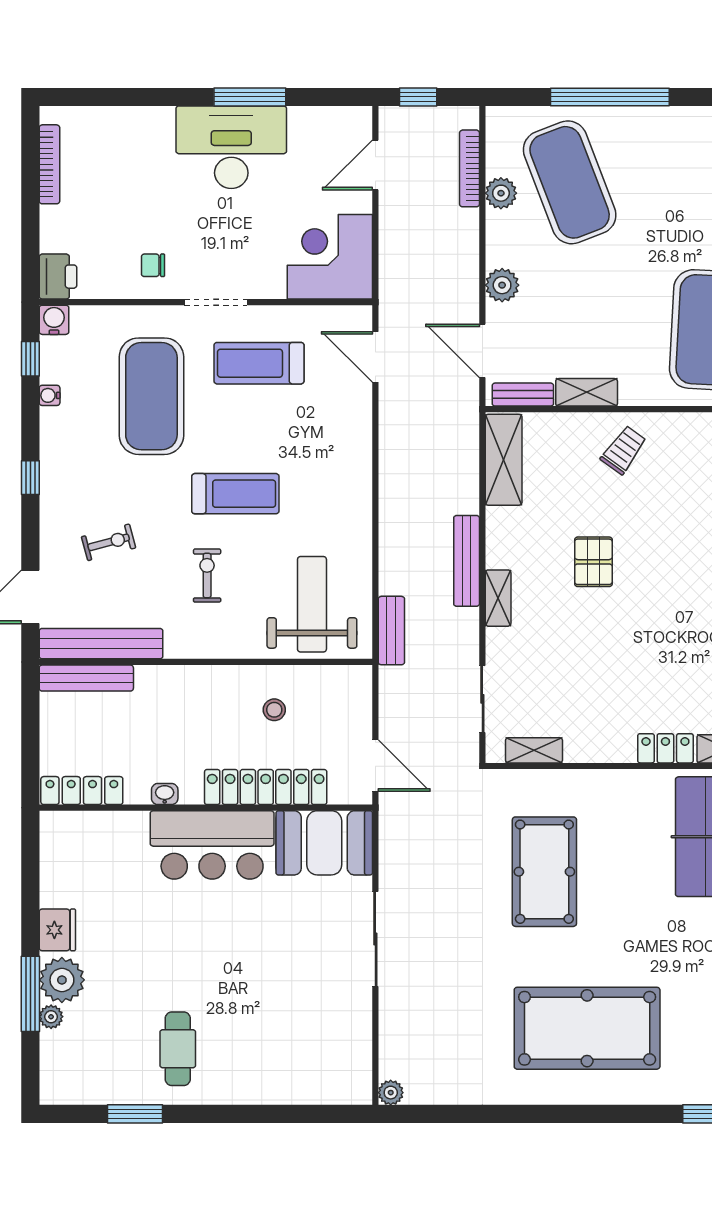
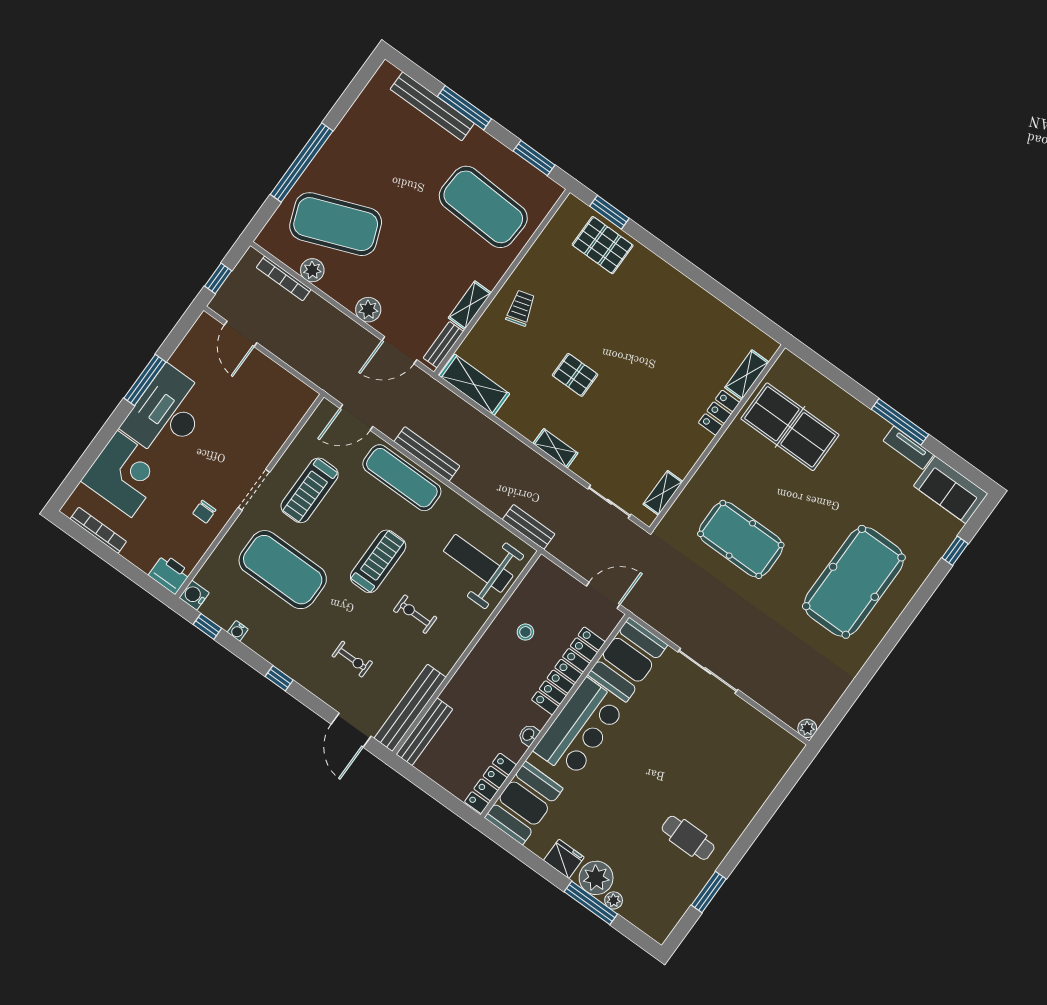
corner desk: (330, 257) -> (124, 474), moved, turned 180
trolley: (624, 450) -> (521, 308), turned 38
exercise mat: (345, 454) -> (402, 478), added
exercise bike: (109, 542) -> (352, 659), turned 105
bench: (467, 561) -> (427, 454), moved
booth: (87, 842) -> (524, 803), added

